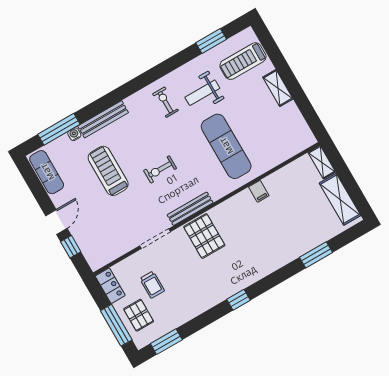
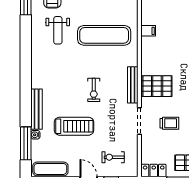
exercise bike: (165, 102) -> (113, 157), moved
treadmill: (108, 171) -> (74, 126), turned 180
trolley: (152, 285) -> (169, 123), moved

